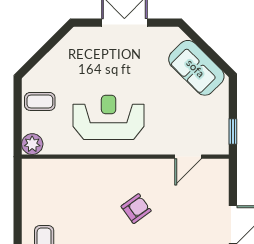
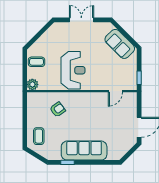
reception desk: (109, 117) -> (73, 70), turned 90
armchair: (136, 209) -> (58, 110), moved

